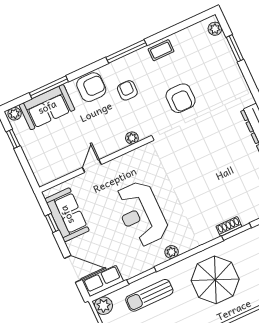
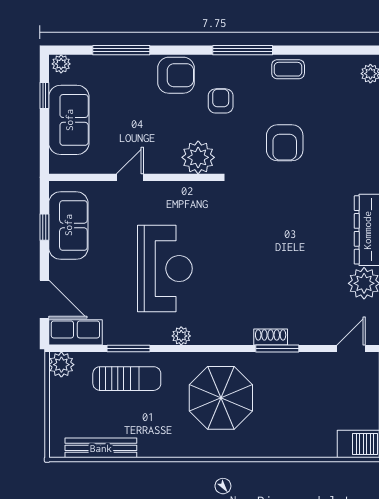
sofa: (47, 107) -> (69, 120), moved, turned -90
plant: (132, 138) -> (198, 157), width x1.88, depth x1.88
reception desk: (141, 214) -> (165, 269), turned 180
sun lounger: (149, 295) -> (127, 379), turned 180

